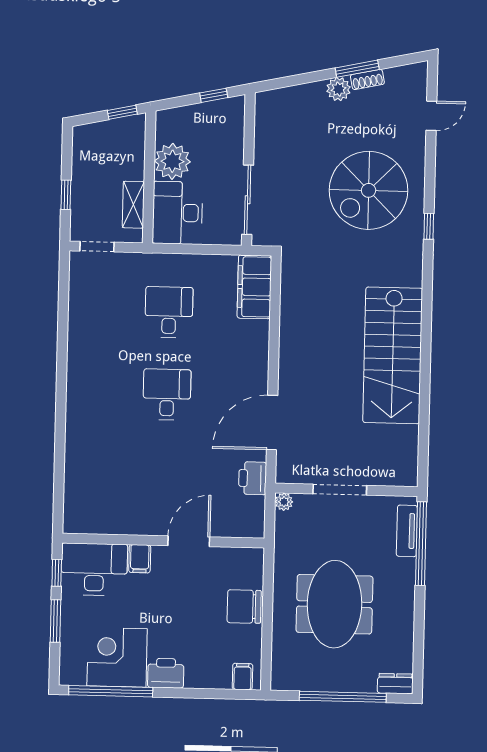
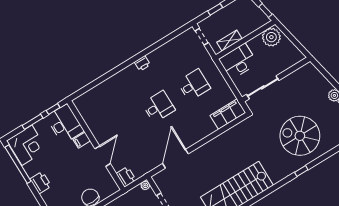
window: (214, 95) -> (298, 44), removed
plant: (172, 161) -> (271, 37), moved
printer: (77, 374) -> (142, 63), added
door: (272, 423) -> (175, 159), hinge flipped
printer: (253, 478) -> (126, 177), moved, turned 90
door: (189, 541) -> (103, 156), hinge flipped
corner desk: (117, 657) -> (27, 145), moved, turned 90

